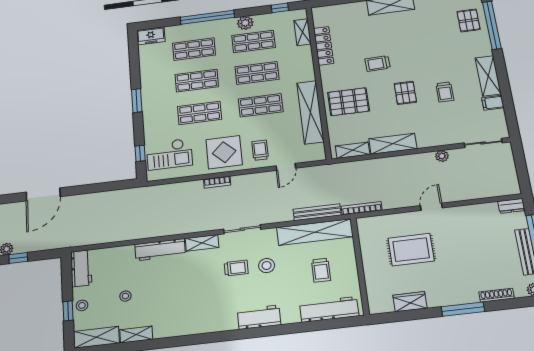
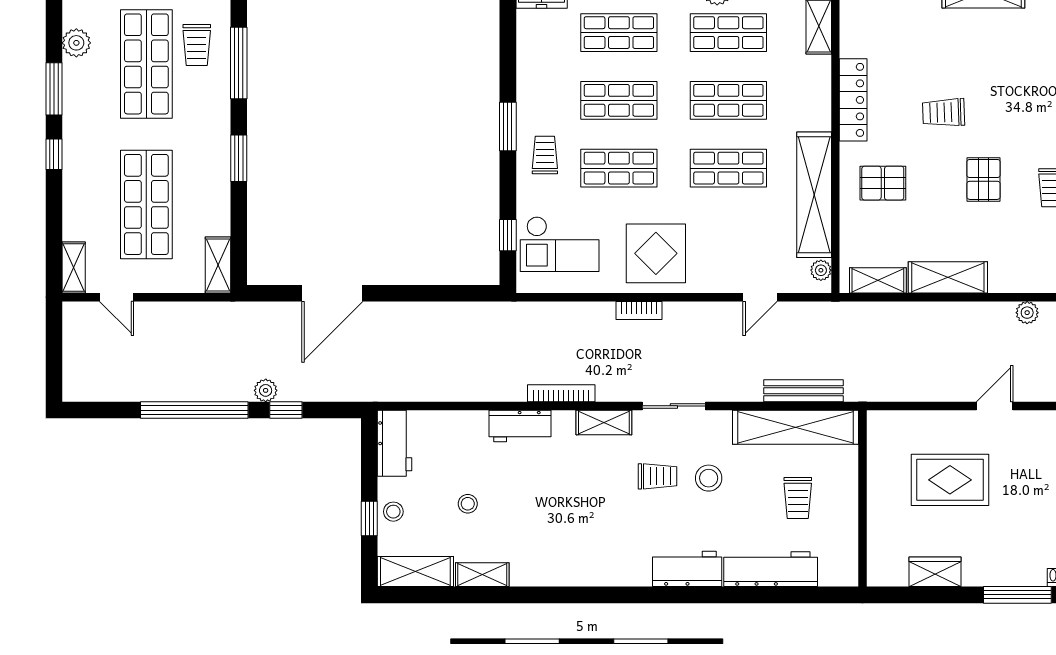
locker: (324, 46) -> (853, 100), moved
pallet: (348, 102) -> (883, 183), width x0.67, depth x0.71
plant: (319, 149) -> (821, 270), added
trolley: (260, 150) -> (545, 155), moved
bookcase: (362, 208) -> (561, 393), moved
workbench: (160, 250) -> (520, 426), width x0.73
workbench: (329, 309) -> (771, 569), moved

